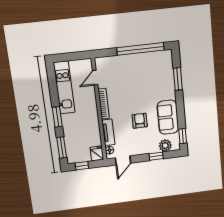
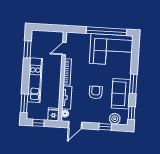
corner sofa: (149, 69) -> (111, 50), added
window: (178, 79) -> (133, 84), moved
kitchen unit: (64, 88) -> (35, 80), moved
window: (57, 117) -> (27, 49), moved

